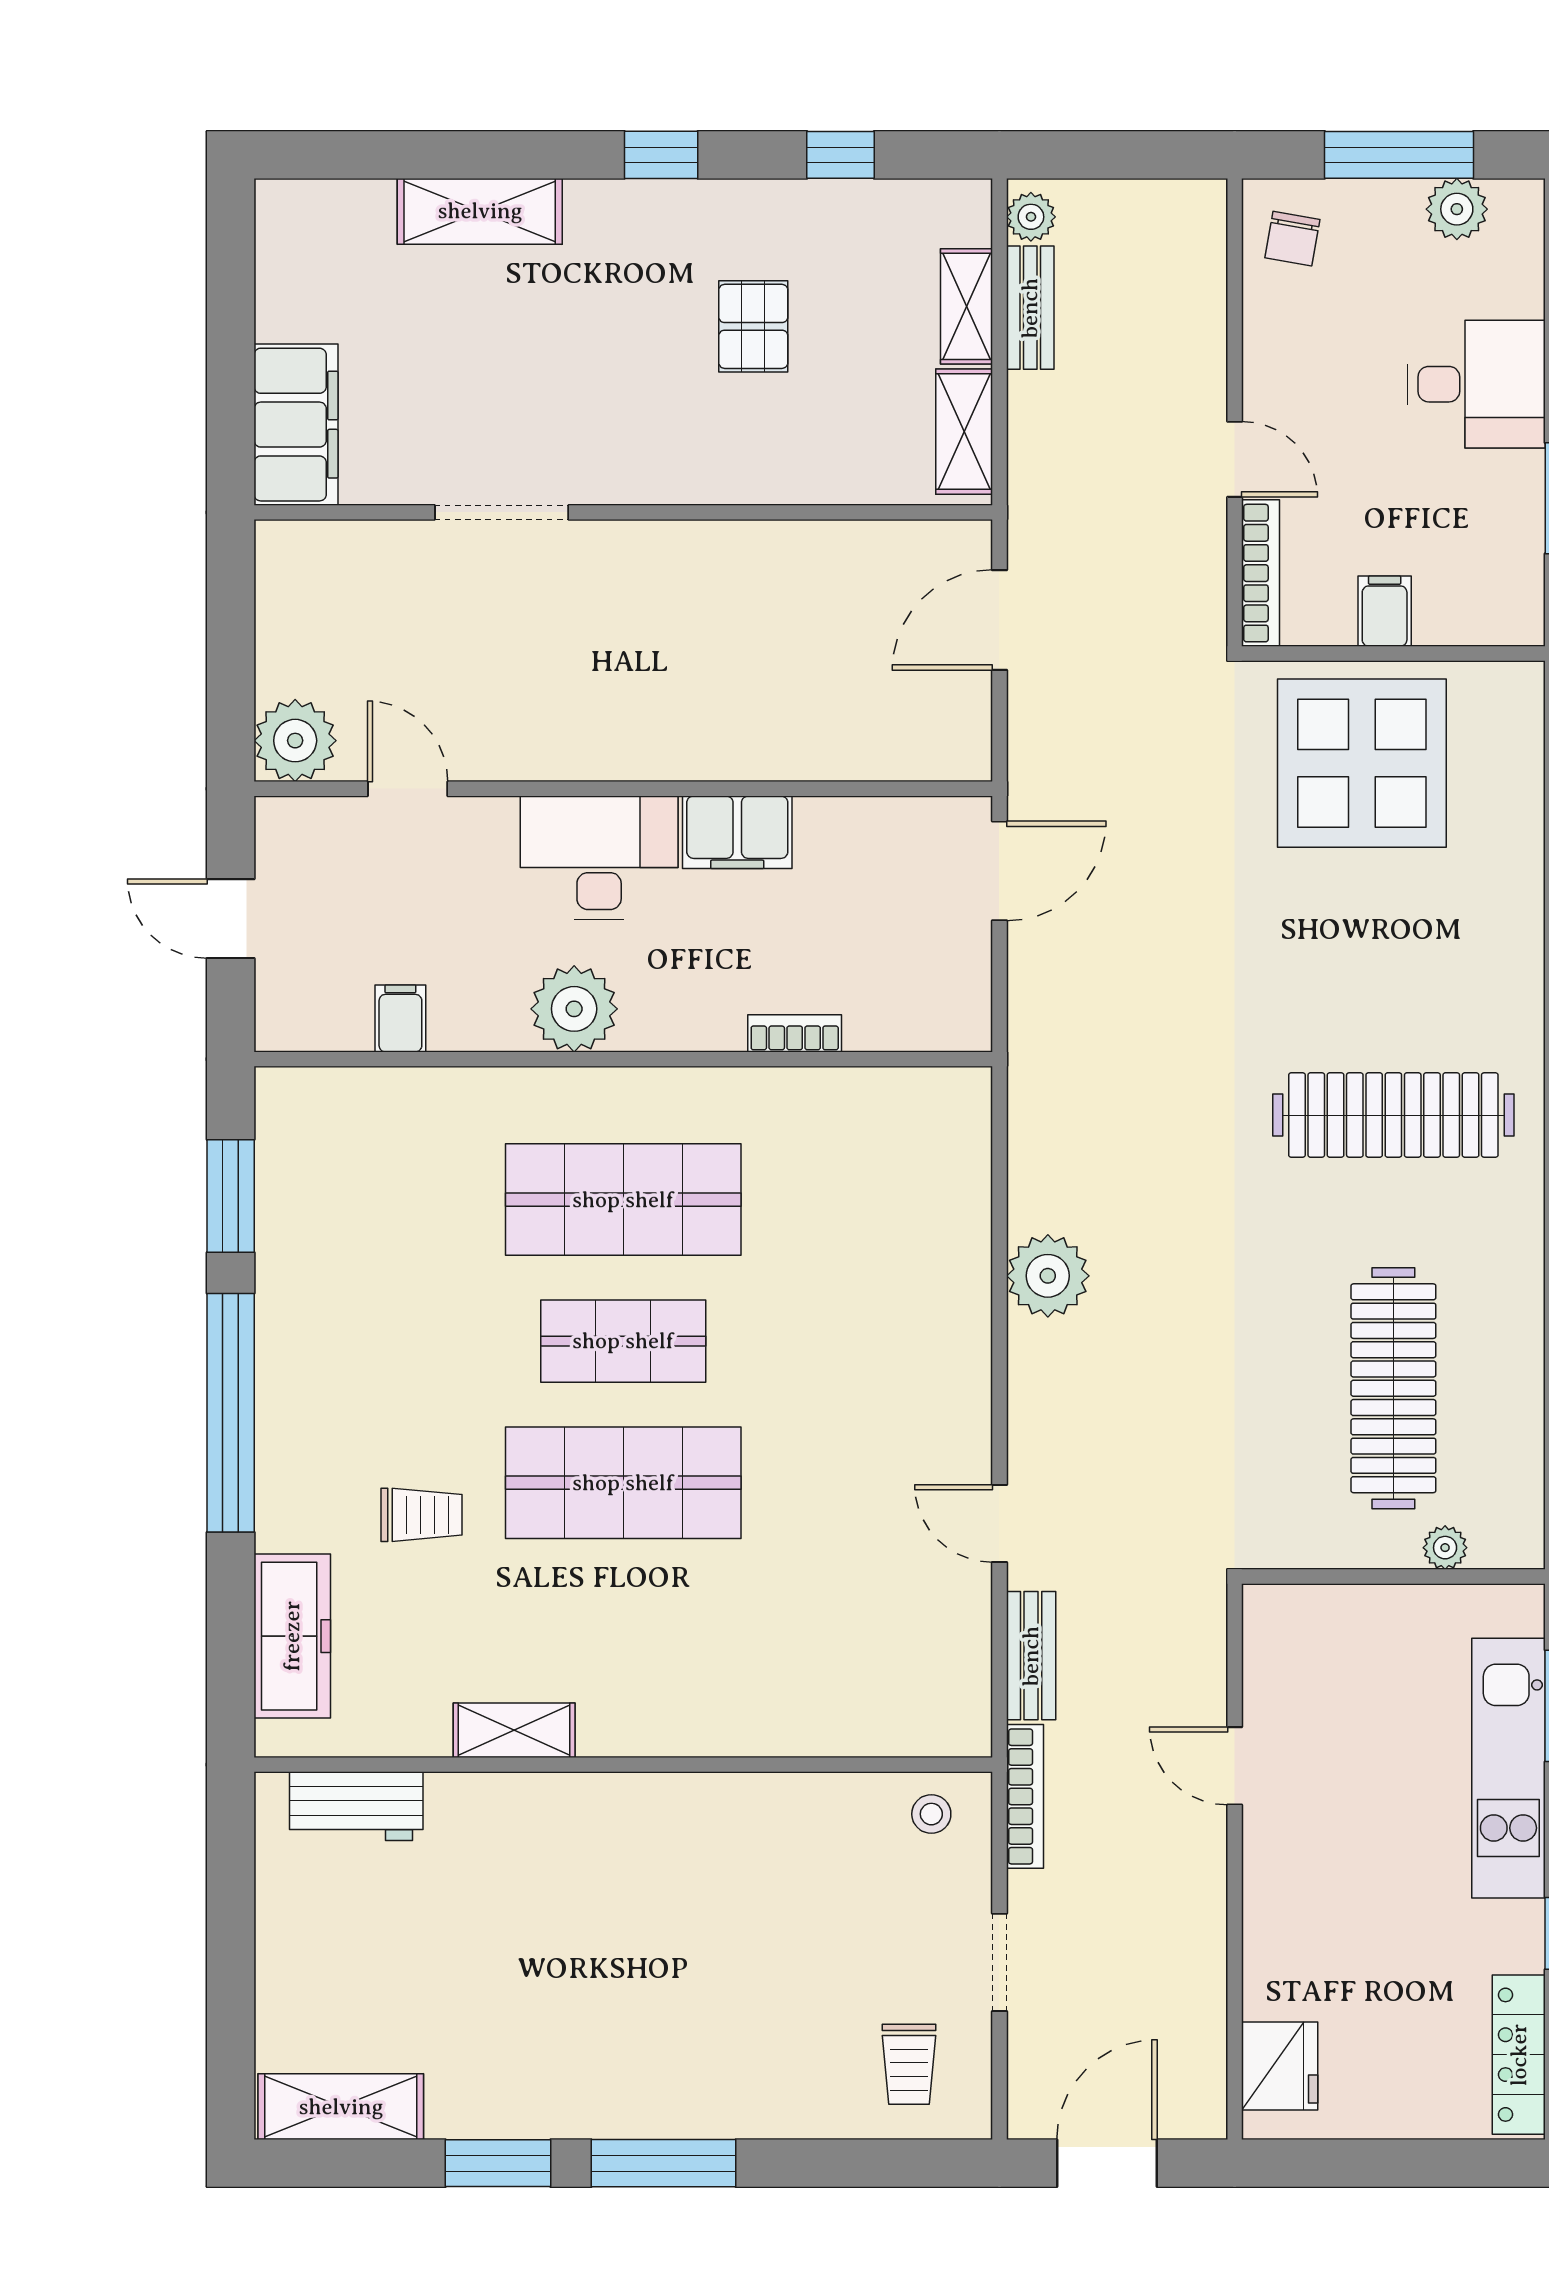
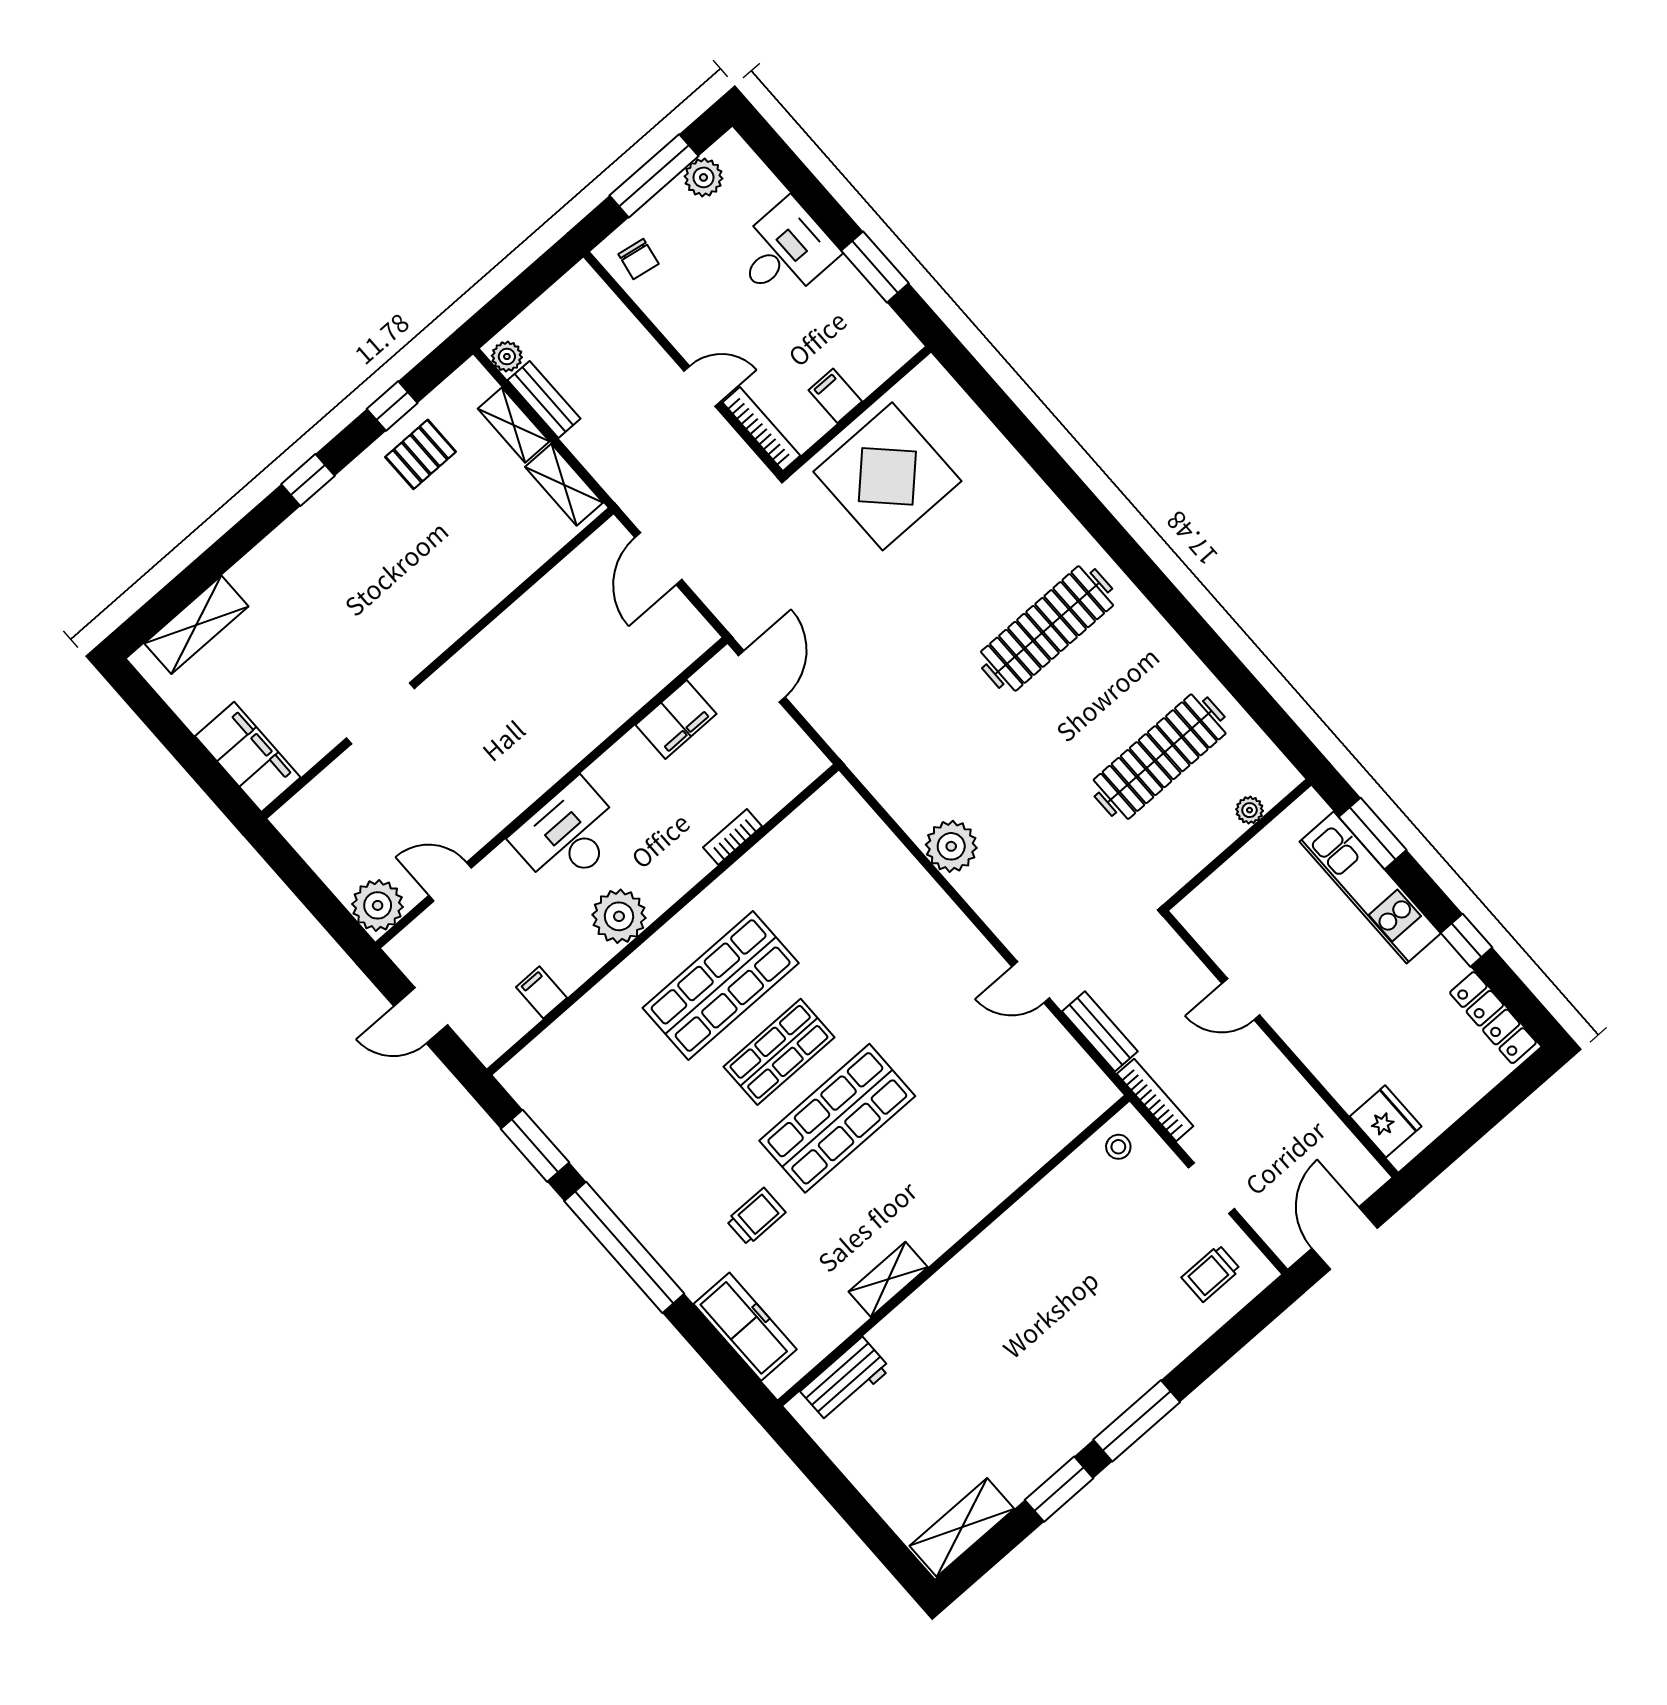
shelving: (480, 211) -> (196, 625), moved
pallet: (753, 326) -> (421, 454), moved, turned 90
filing cabinet: (737, 832) -> (676, 719), moved
clothes rail: (1393, 1388) -> (1160, 757), turned 90
trolley: (909, 2064) -> (1211, 1273), turned 90

